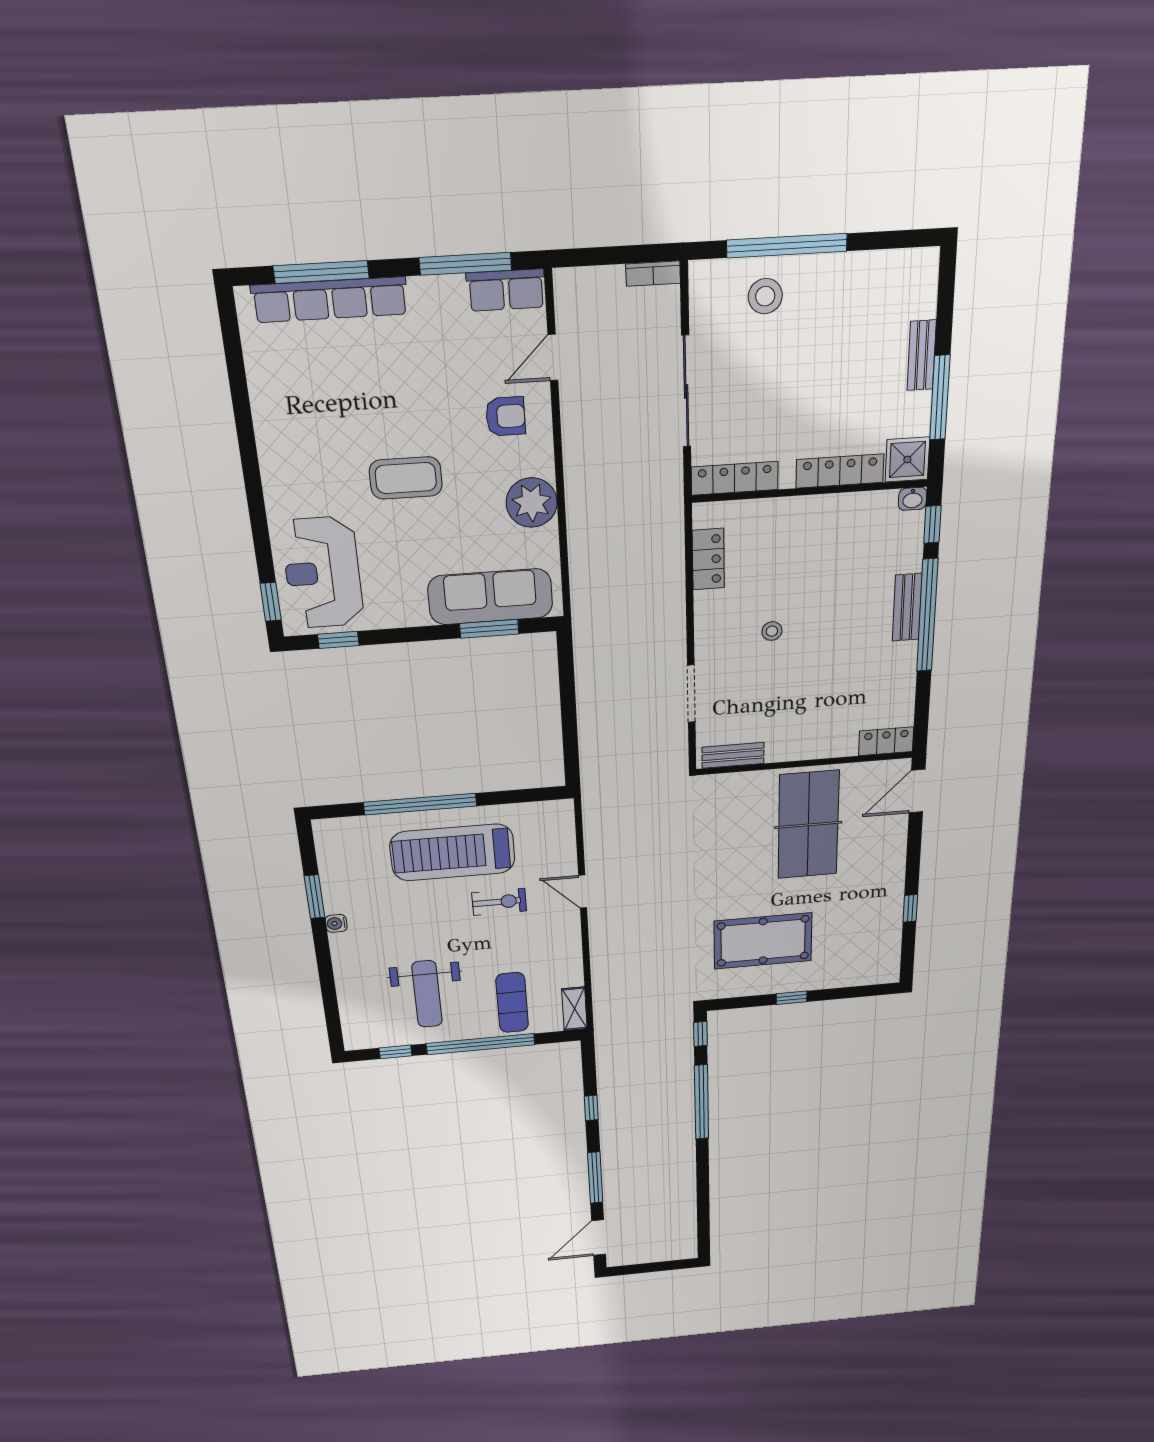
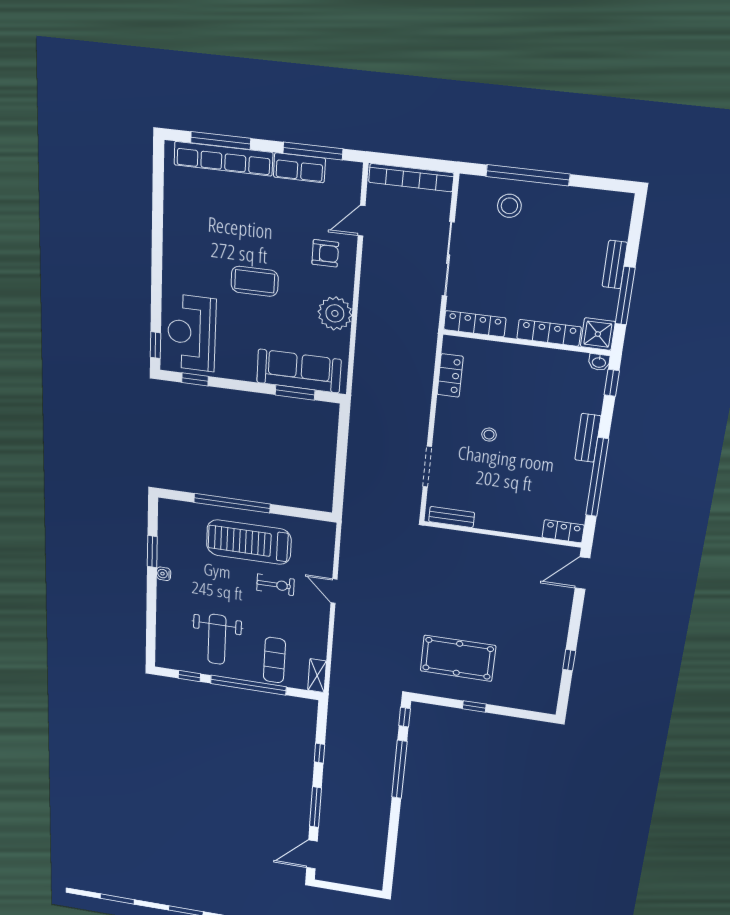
bookcase: (653, 274) -> (411, 178), width x2.31, depth x1.31
row of seats: (506, 290) -> (299, 168), moved
window: (927, 615) -> (597, 477), moved
table tennis table: (808, 825) -> (500, 580), removed

